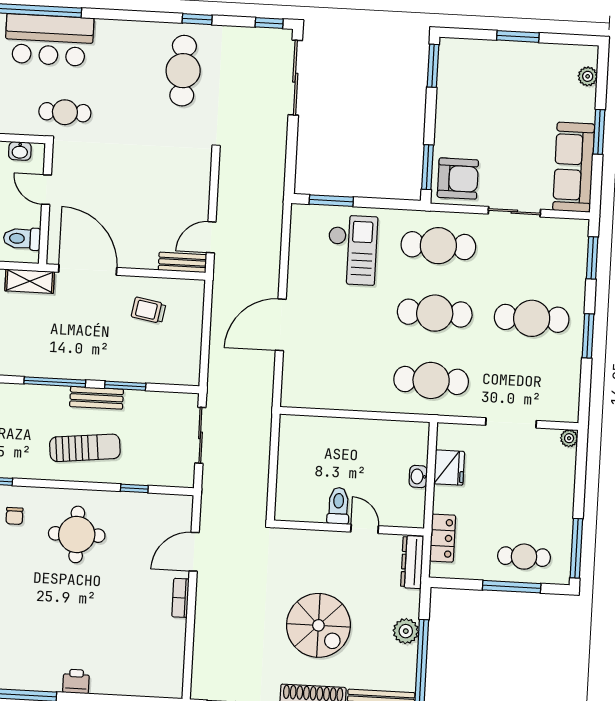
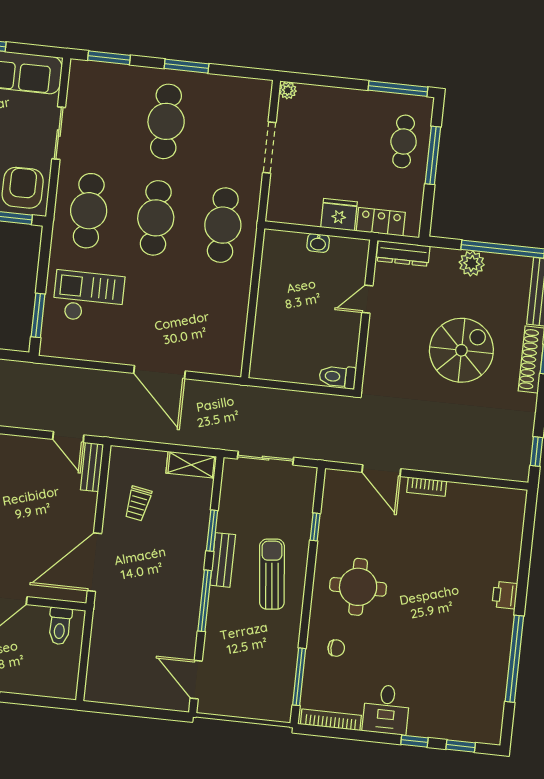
shelving: (30, 281) -> (191, 465), moved, turned 90
fridge: (449, 468) -> (339, 215), moved
toilet: (338, 506) -> (337, 377), moved

